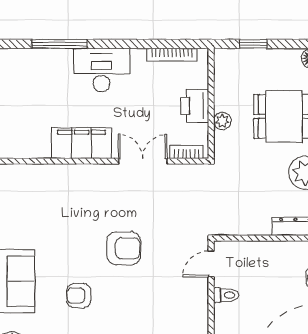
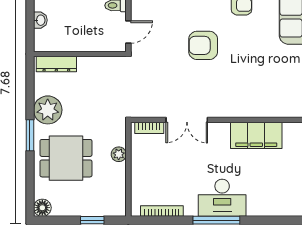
window: (59, 44) -> (216, 220), moved
printer: (195, 106) -> (142, 167), removed
filing cabinet: (82, 143) -> (256, 135), moved

